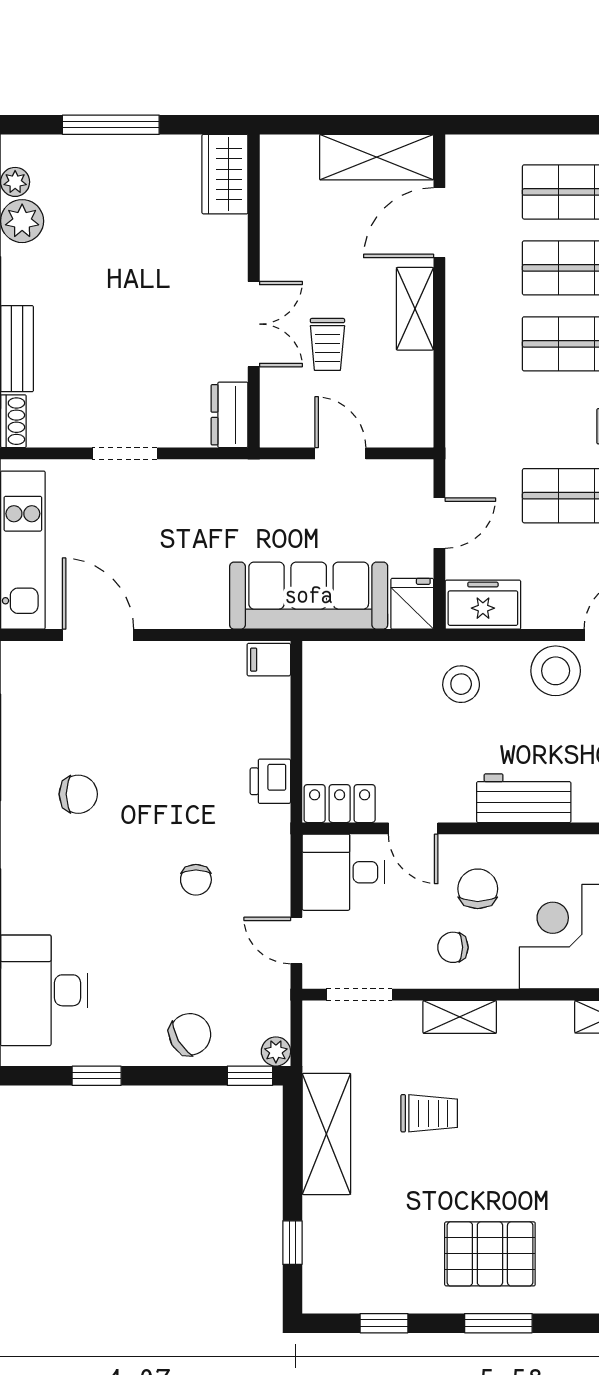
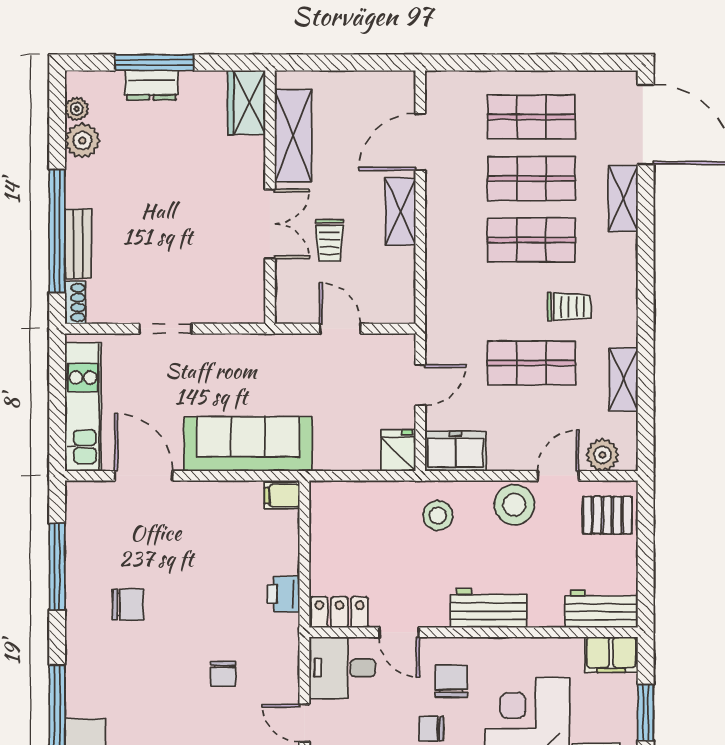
shelving: (377, 157) -> (293, 136), moved, turned 90
dresser: (230, 415) -> (151, 85), moved, turned -90
sofa: (309, 596) -> (248, 444), moved

